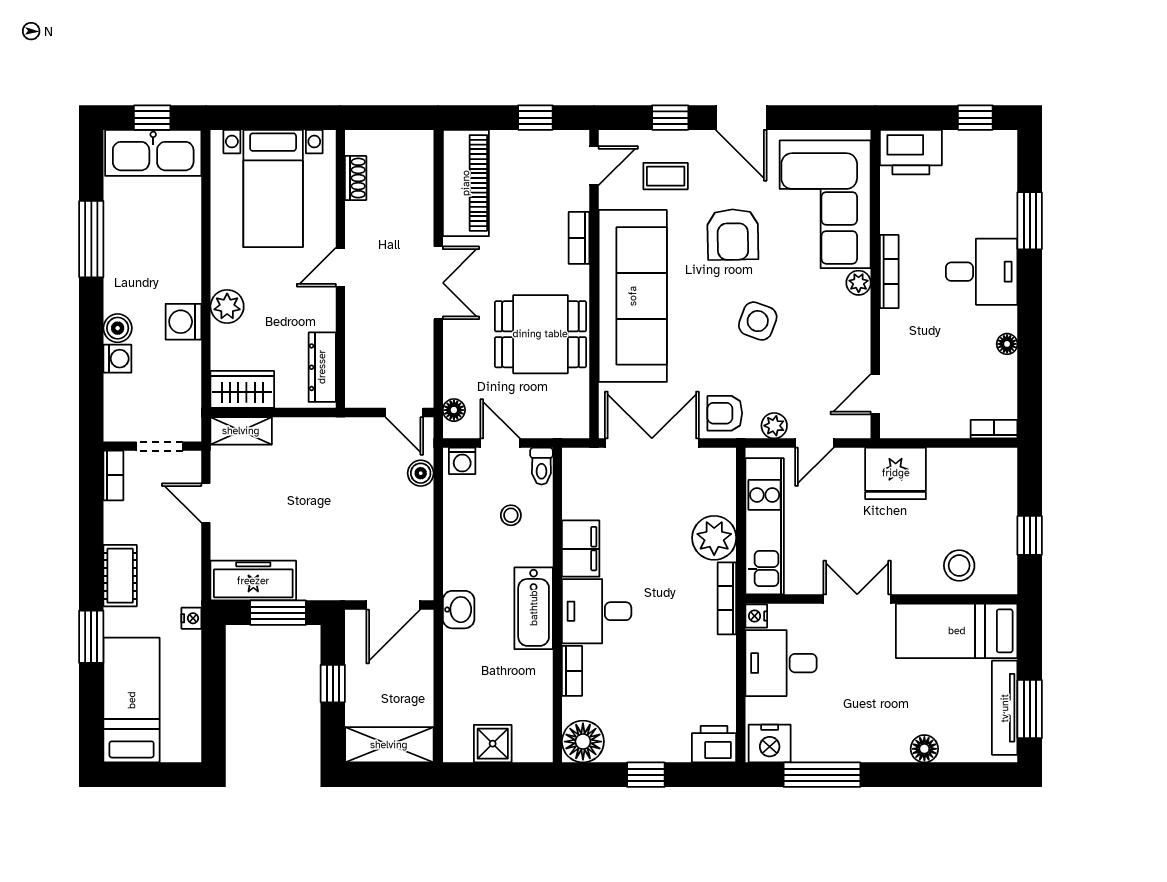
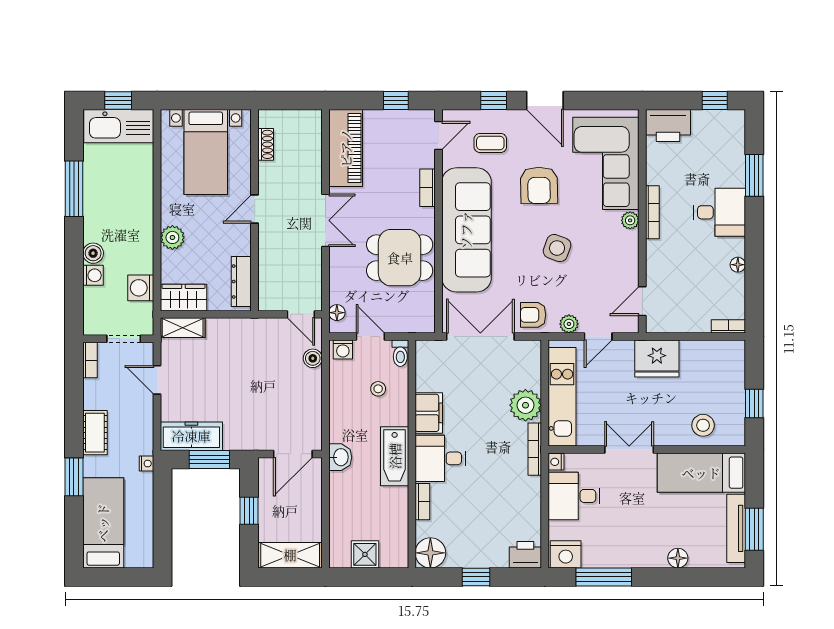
washing machine: (183, 322) -> (141, 288), moved

